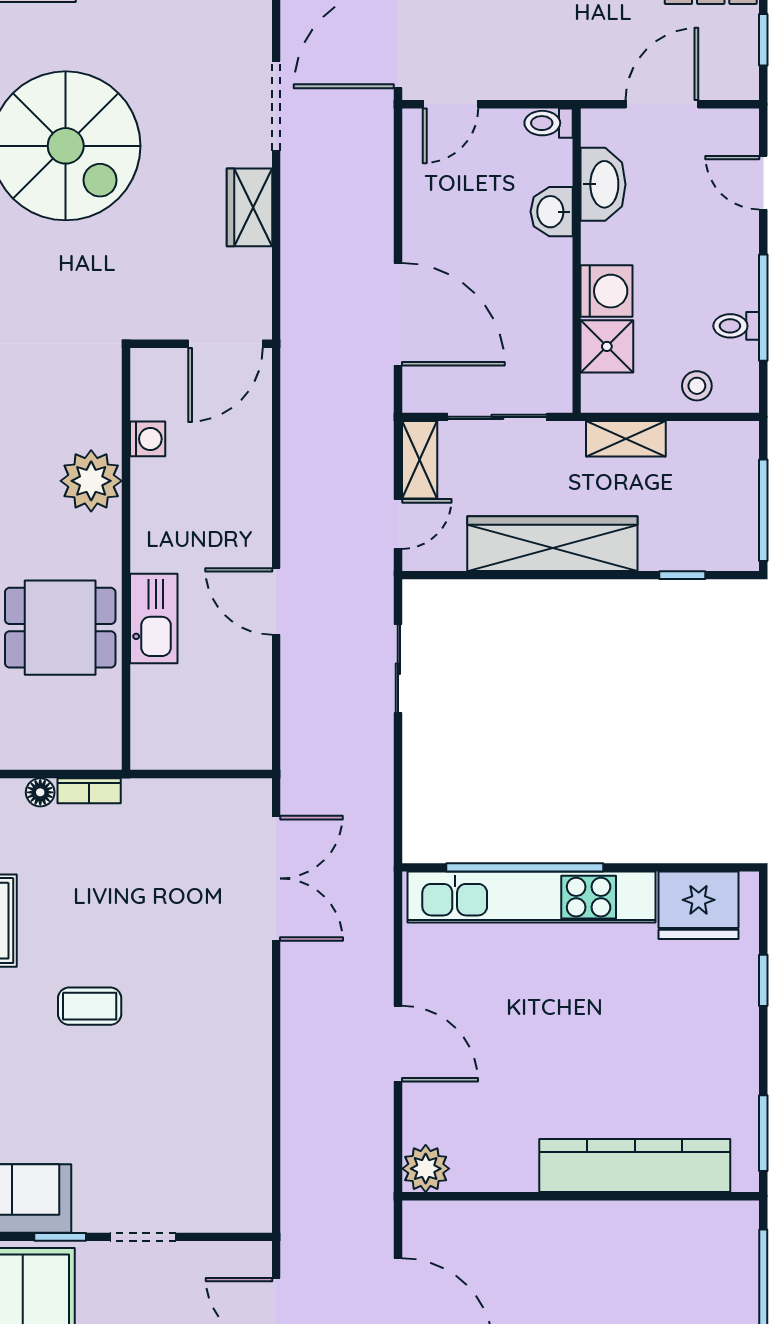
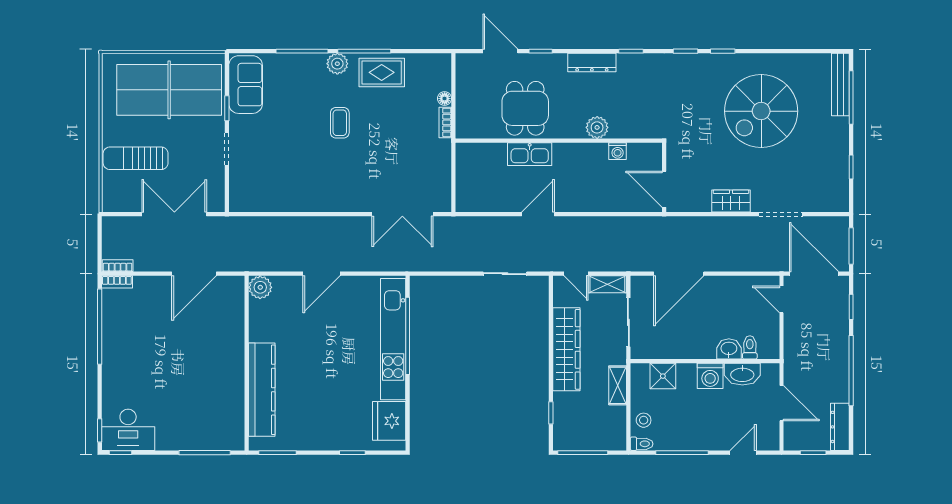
toilet: (549, 123) -> (750, 347), moved
washing machine: (607, 291) -> (710, 376), moved
toilet: (736, 326) -> (642, 444), moved, turned 90
plant: (91, 481) -> (597, 127), width x0.73, depth x0.73

